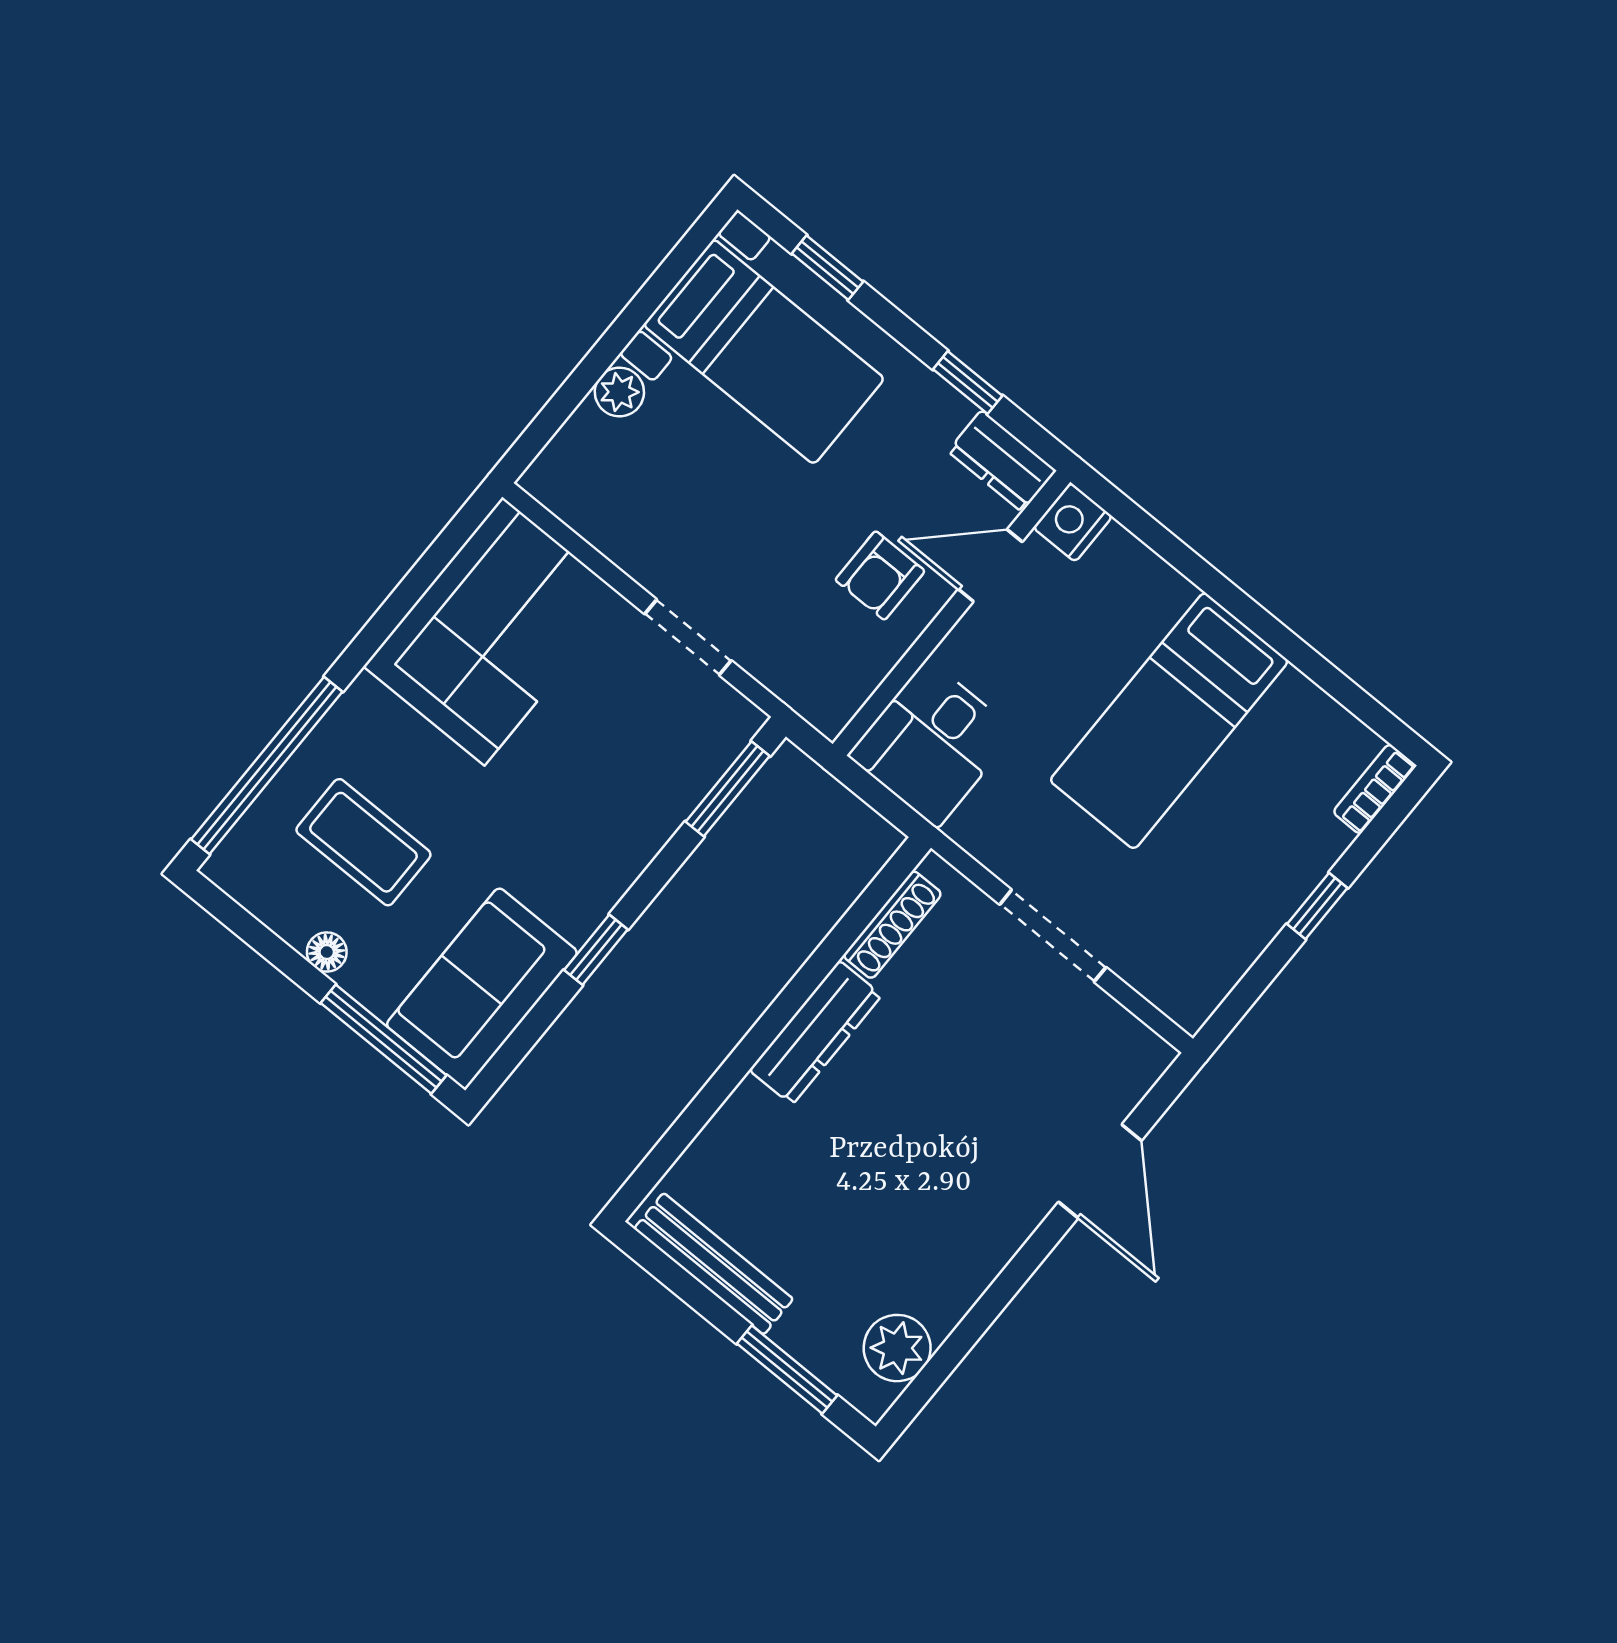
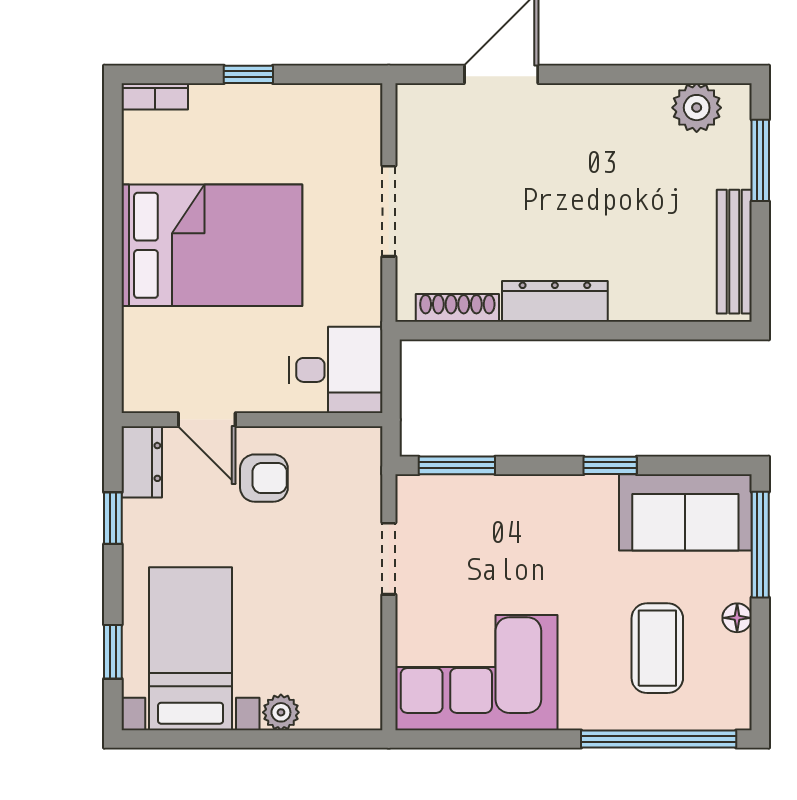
nightstand: (1073, 522) -> (144, 393), removed
bed: (1169, 721) -> (212, 245), width x1.50

